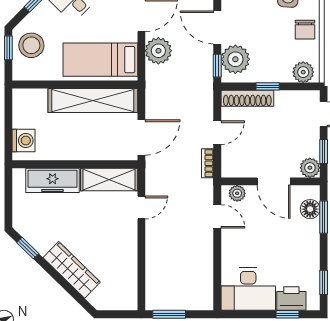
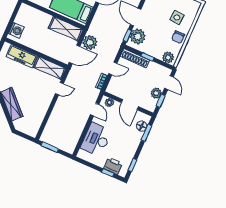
plant: (158, 51) -> (90, 43), moved
shelving: (93, 101) -> (66, 29), width x0.68
plant: (310, 168) -> (156, 93), moved
desk: (248, 289) -> (96, 139), moved, turned 90

